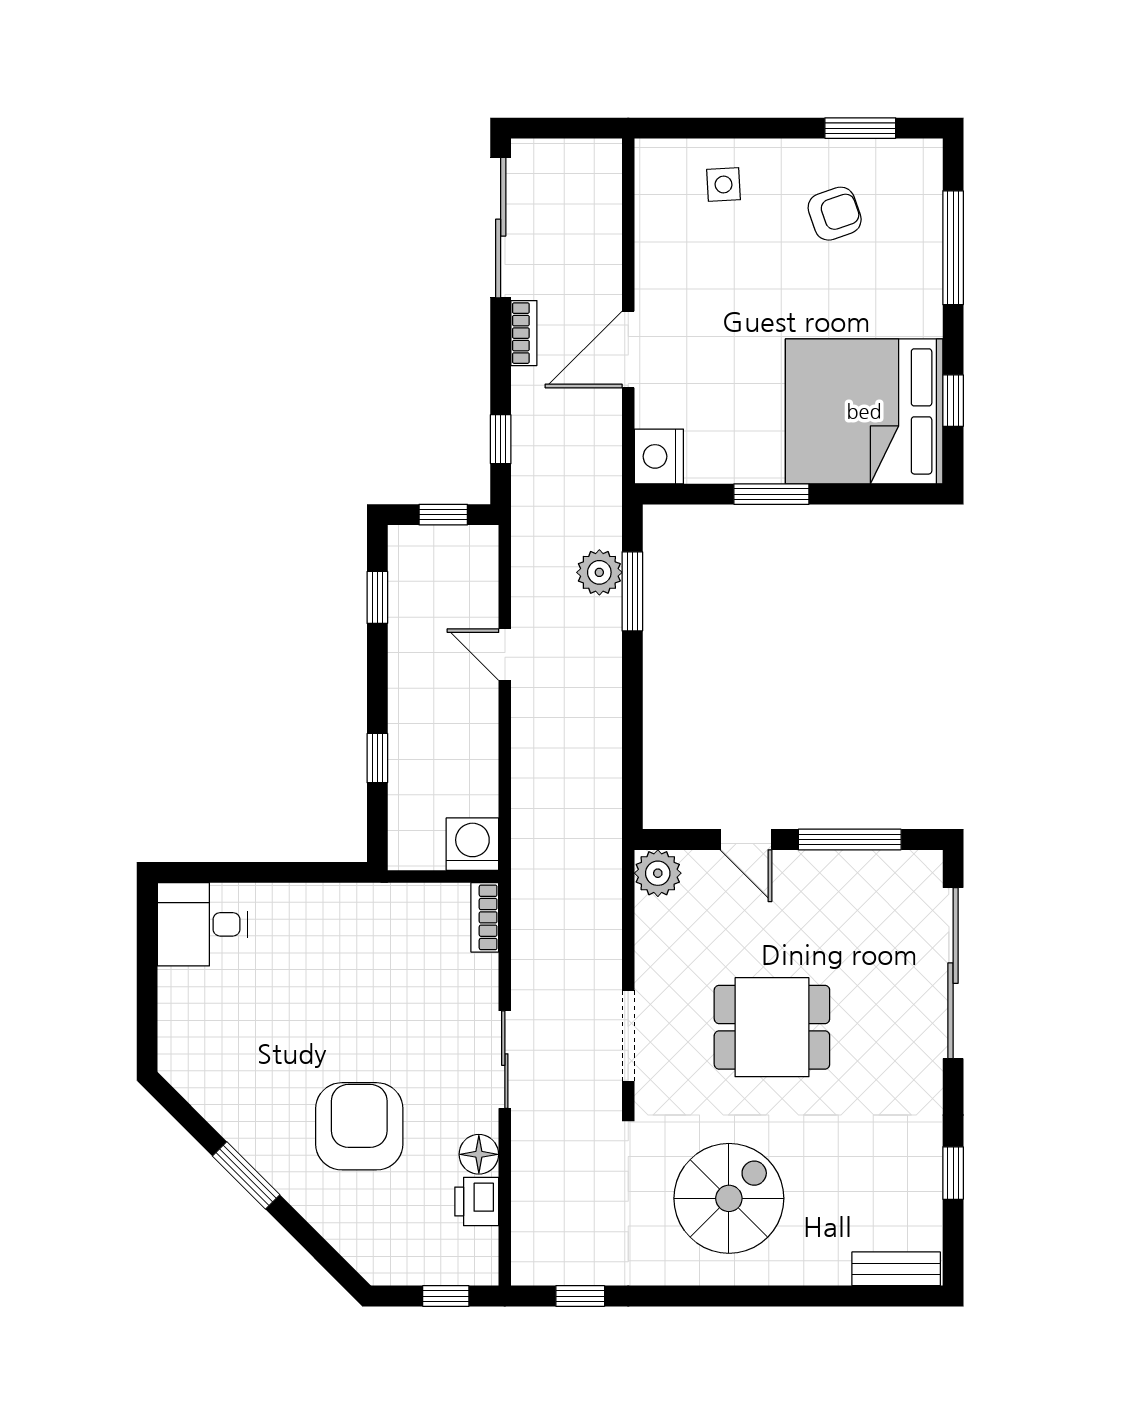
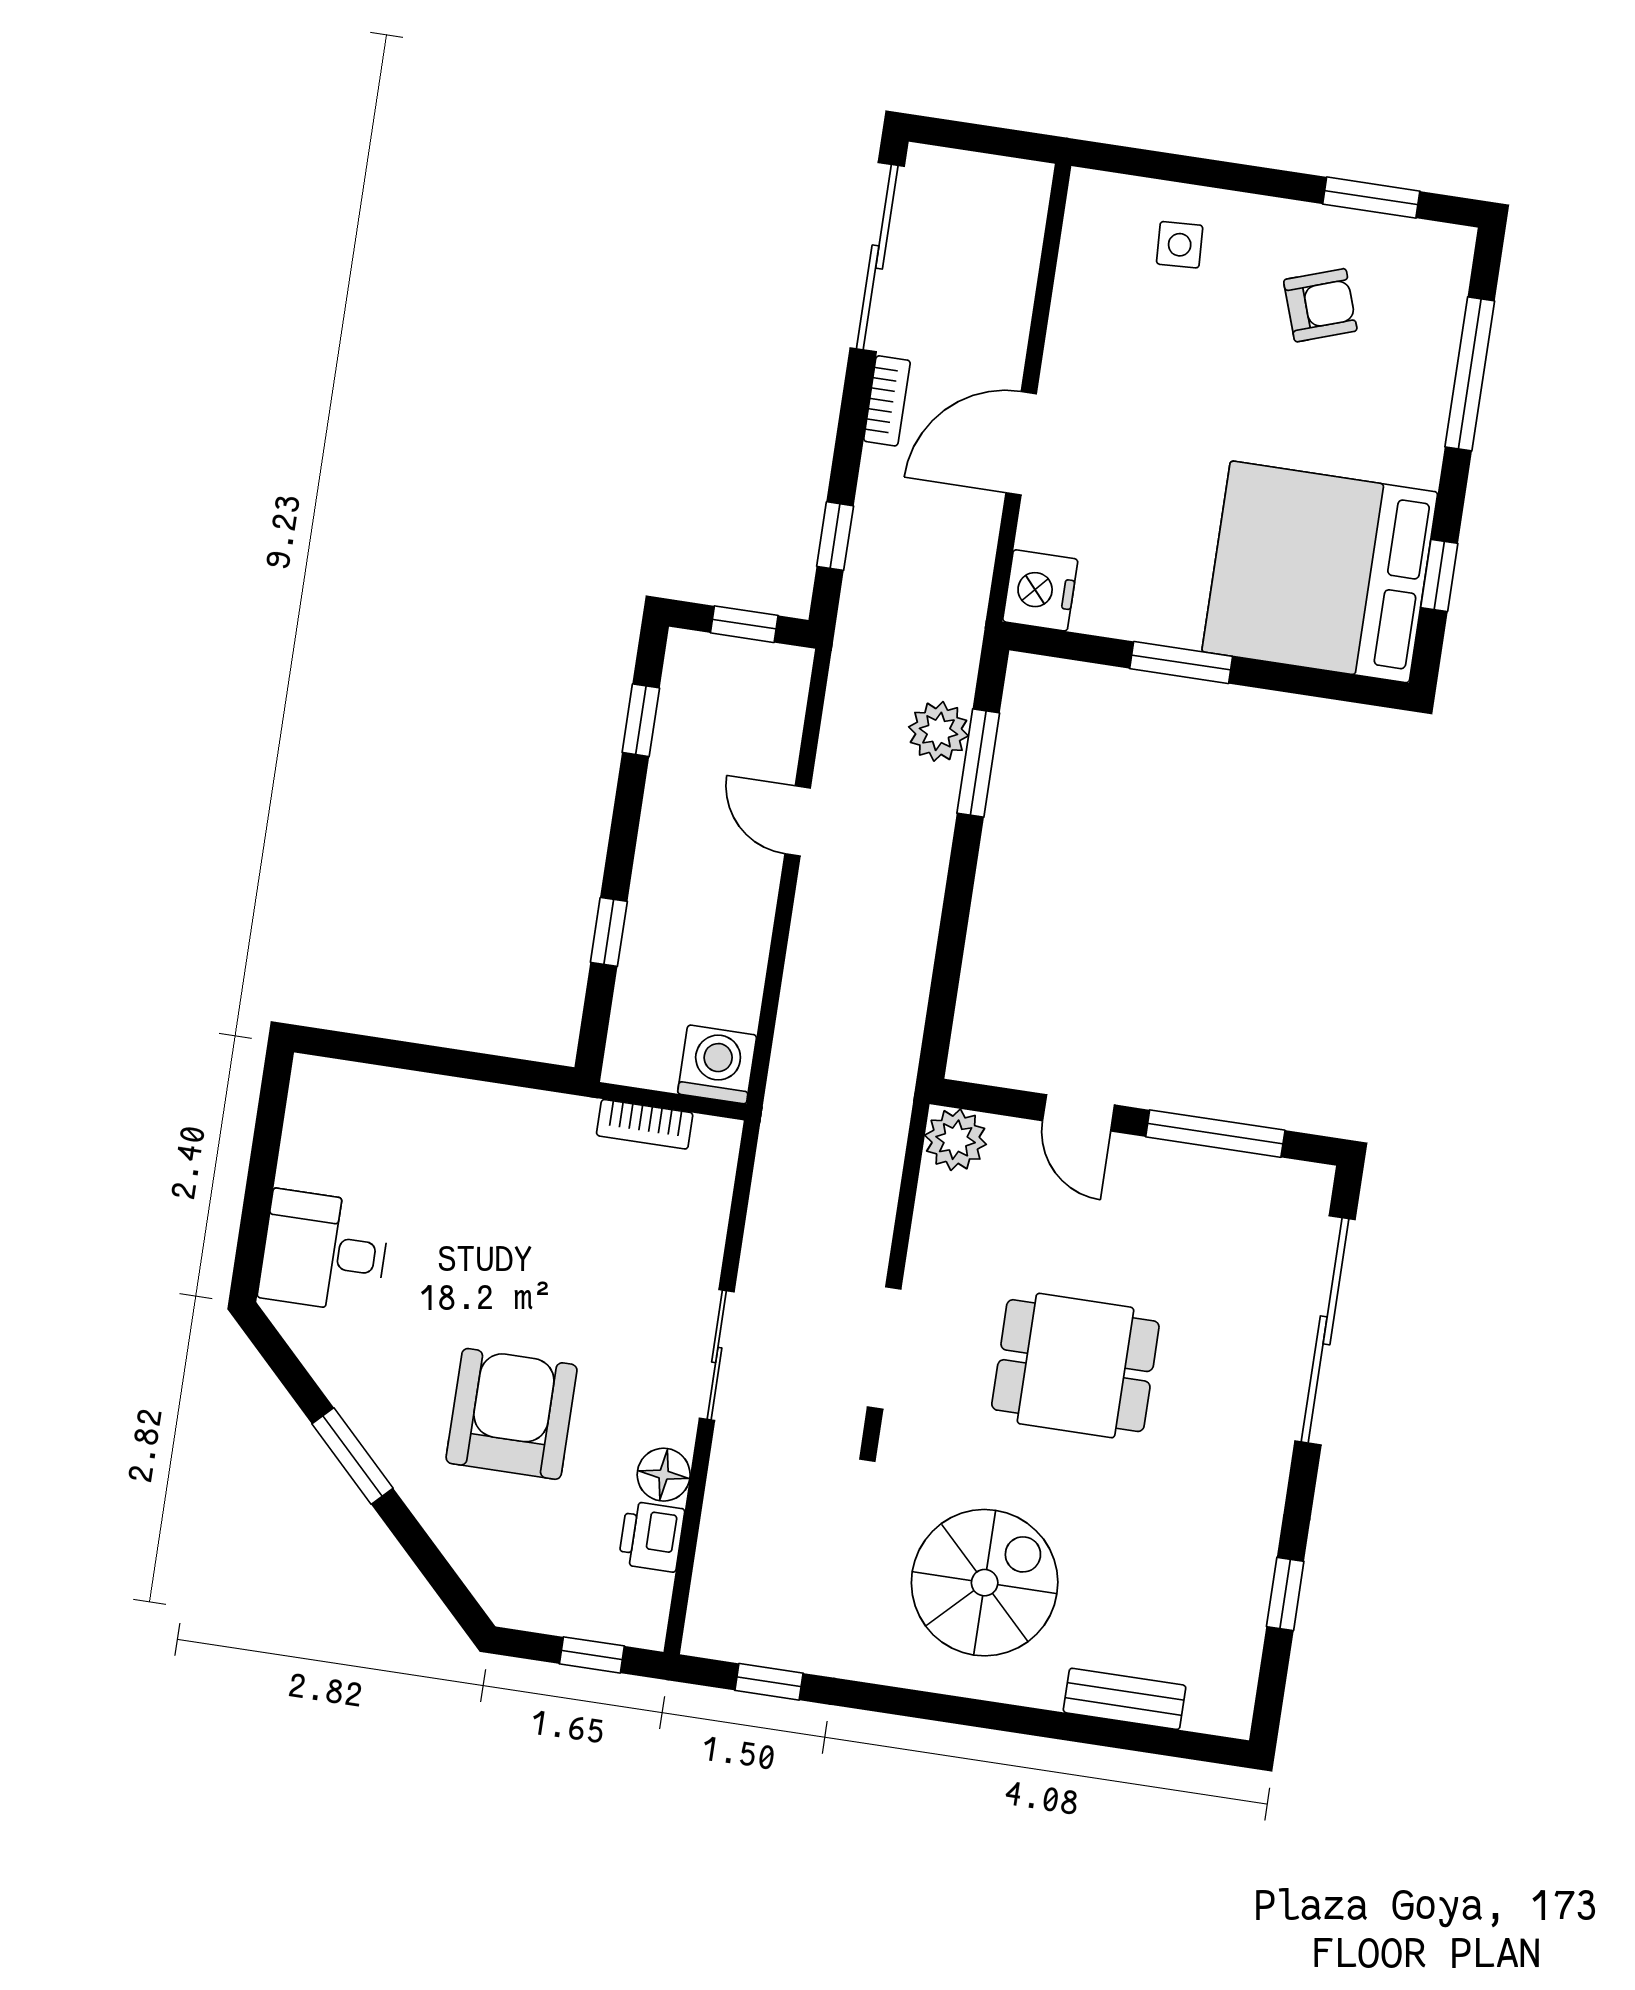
bookcase: (485, 917) -> (645, 1124), moved, turned -90
desk: (202, 924) -> (324, 1251), moved
bench: (896, 1269) -> (1125, 1699), moved

